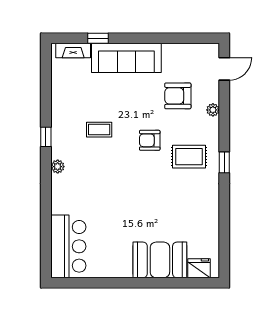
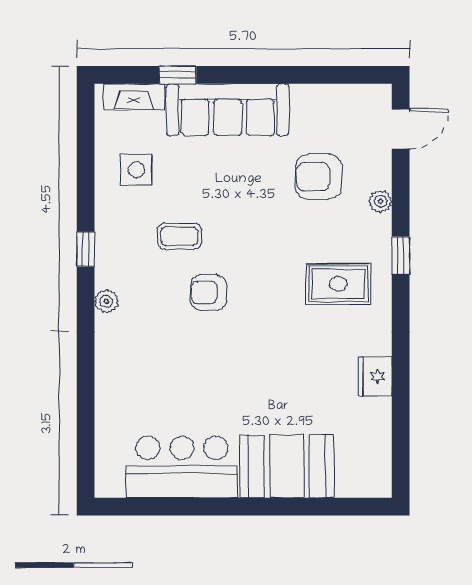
side table: (75, 92) -> (136, 170), added
armchair: (150, 140) -> (209, 292), moved
window: (224, 162) -> (401, 255), moved
bar counter: (68, 246) -> (182, 467), moved, turned -90
fridge: (199, 268) -> (375, 376), moved, turned -90

